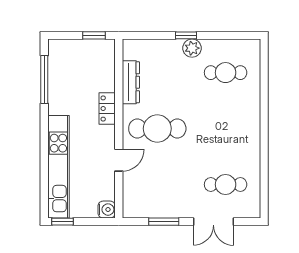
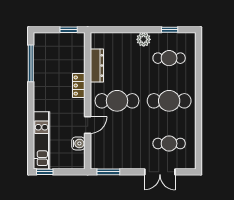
window: (186, 35) -> (170, 30), moved
cafe table: (226, 129) -> (169, 101), added
kitchen unit: (58, 167) -> (42, 140), width x0.73
water cooler: (107, 210) -> (78, 143), moved
window: (164, 222) -> (108, 172), moved

